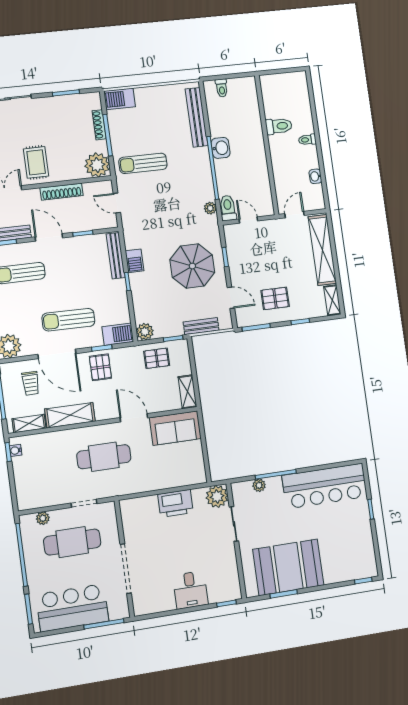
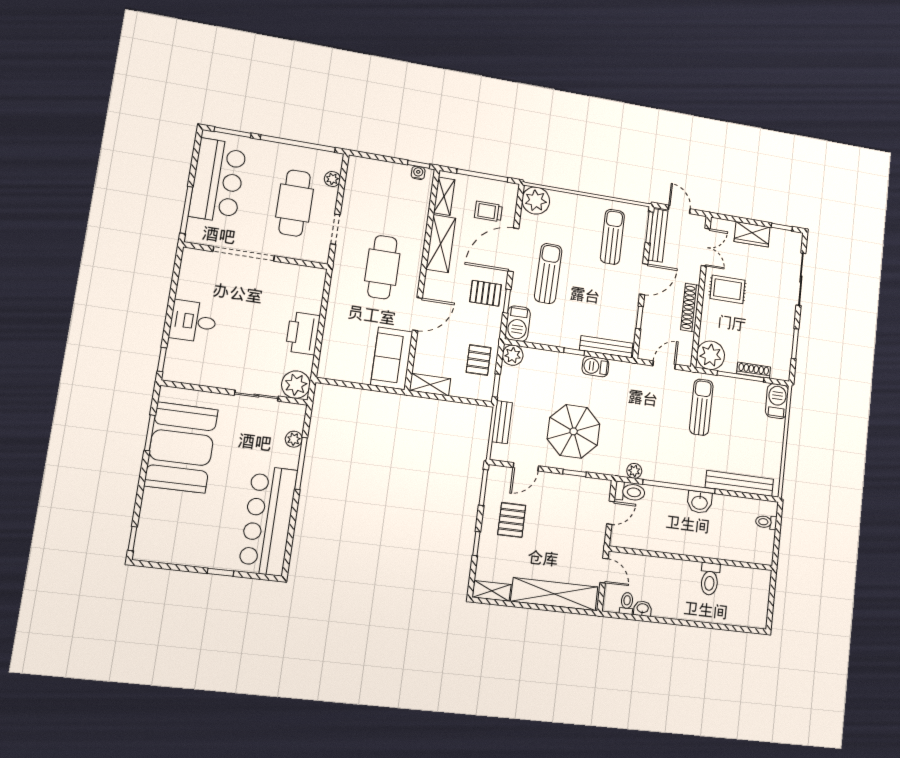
toilet: (307, 140) -> (627, 603), moved

